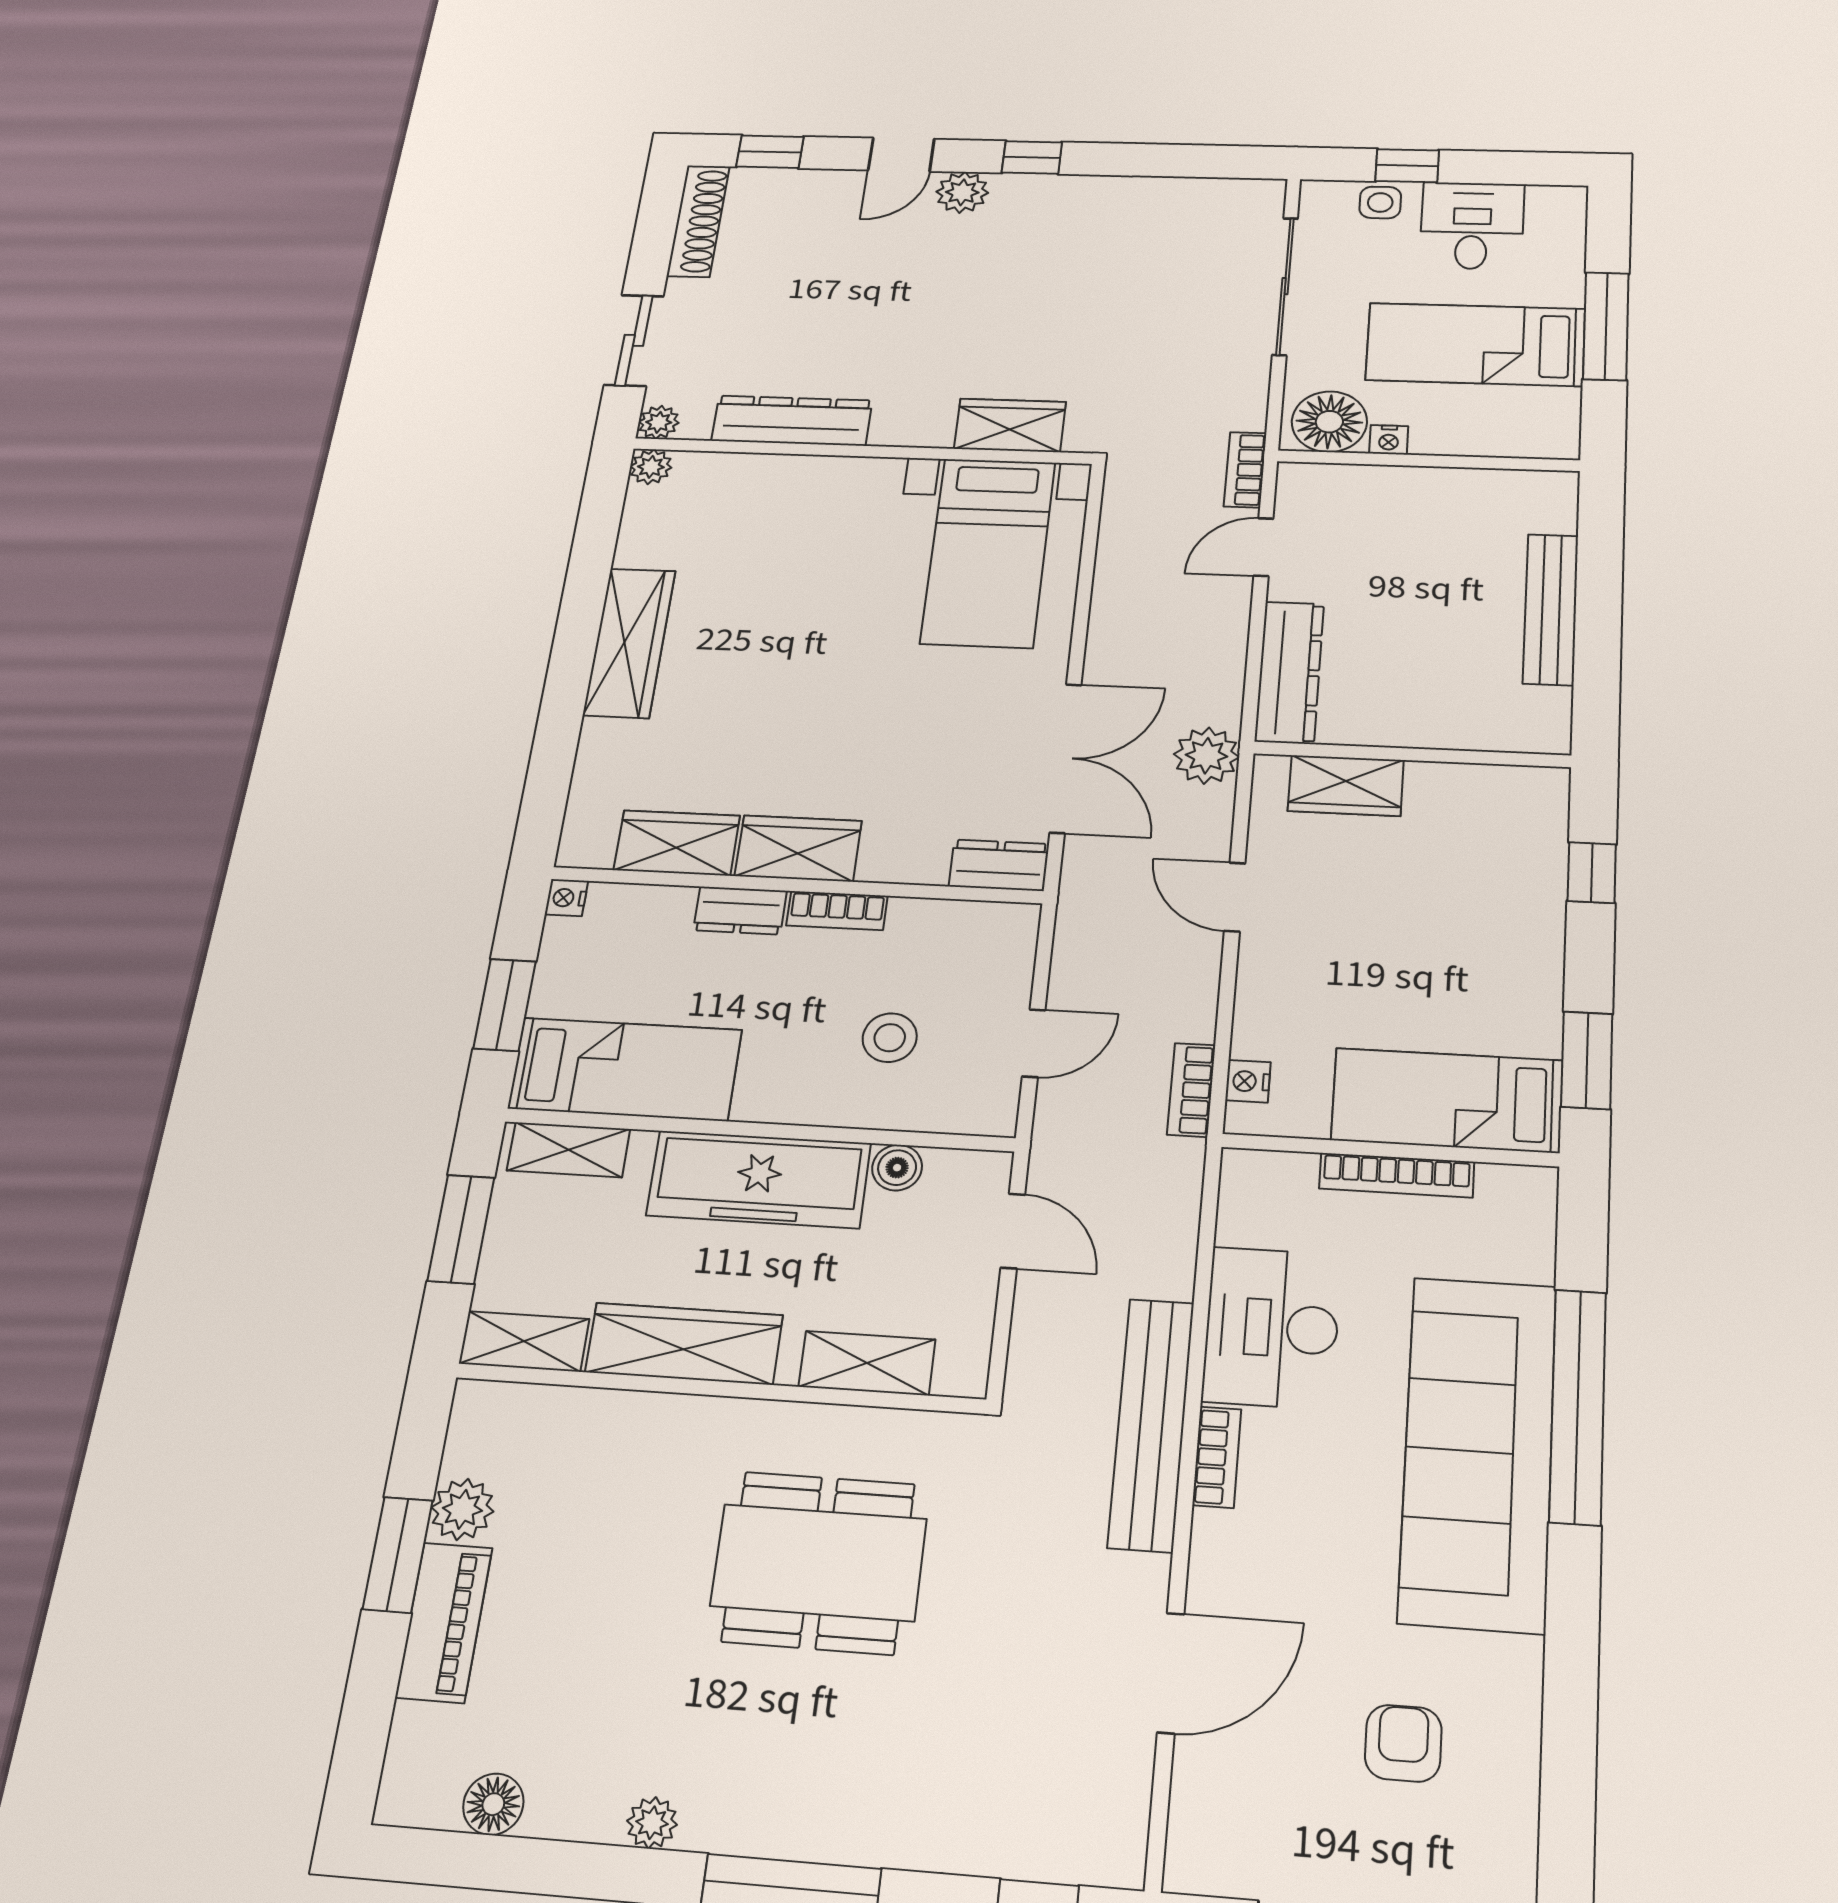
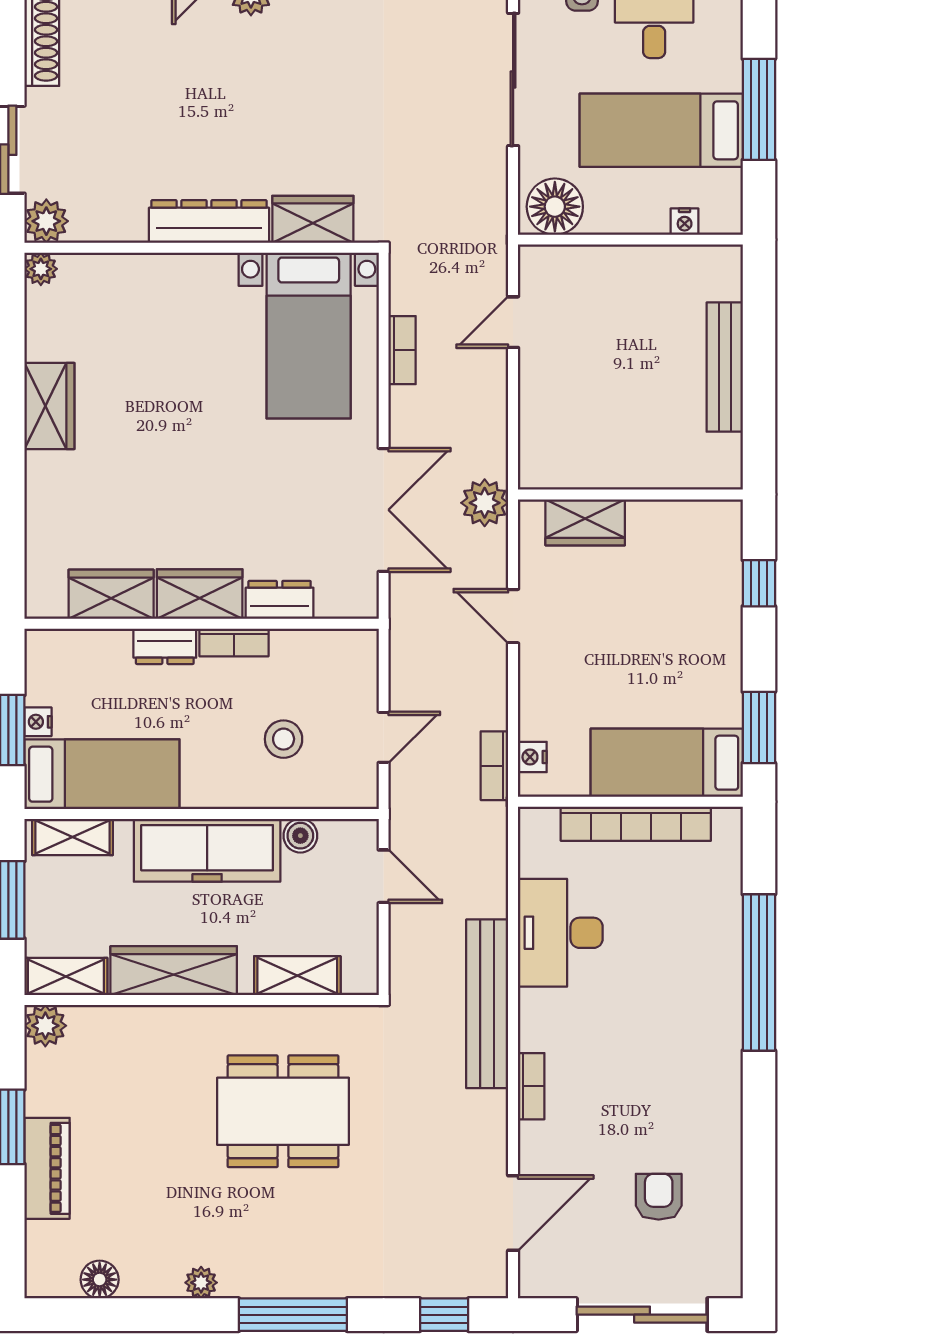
dresser: (792, 421) -> (209, 221), moved
plant: (659, 422) -> (46, 221), width x1.38, depth x1.38
nightstand: (1389, 440) -> (685, 222), moved
bookcase: (1245, 470) -> (402, 350), moved, turned 180
wardrobe: (629, 643) -> (49, 406), width x0.67
dresser: (1289, 672) -> (539, 430), removed
dresser: (999, 865) -> (280, 600), moved
nightstand: (566, 898) -> (38, 722), moved
bookcase: (1397, 1175) -> (636, 824), width x1.48, depth x1.31
sofa: (1478, 1452) -> (697, 1007), removed
bookcase: (1217, 1457) -> (531, 1086), moved
plant: (462, 1509) -> (45, 1026), moved
door: (1171, 1673) -> (513, 1213), moved

